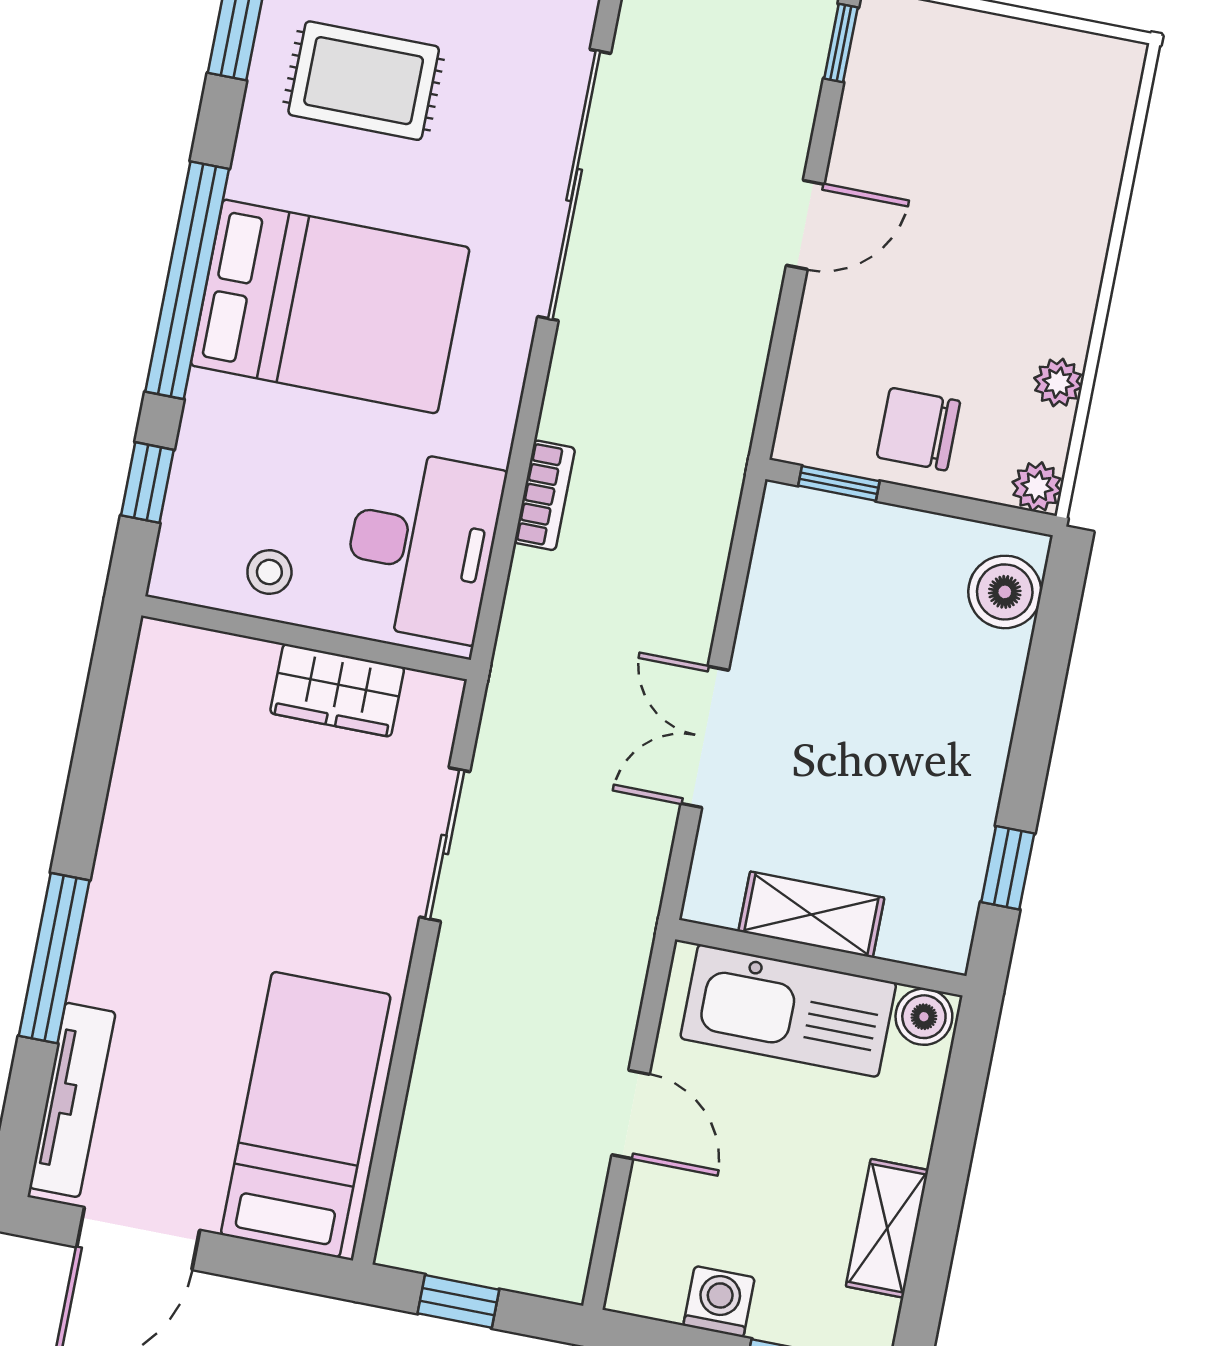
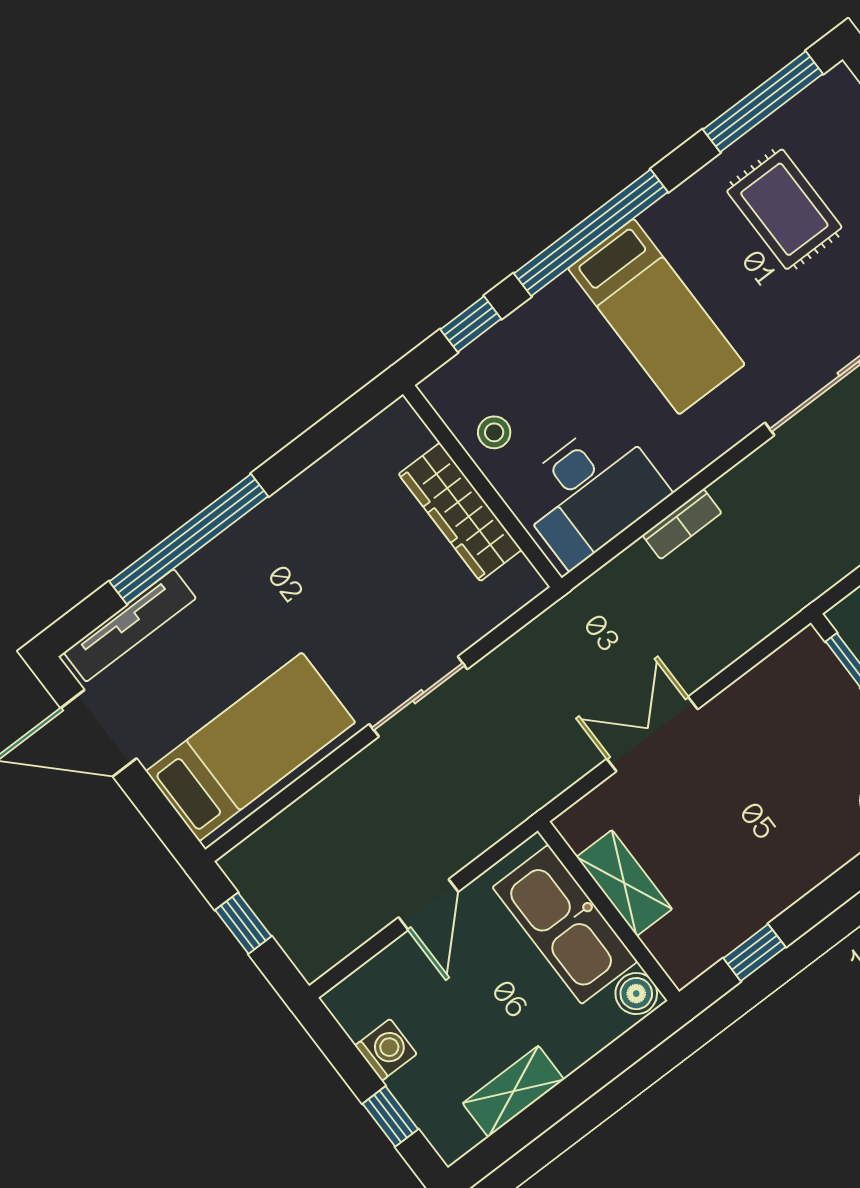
bed: (330, 306) -> (656, 316), width x0.67
wardrobe: (337, 690) -> (460, 512), width x1.50
sliding door: (445, 844) -> (418, 697), moved
window: (54, 958) -> (189, 539), width x1.46

